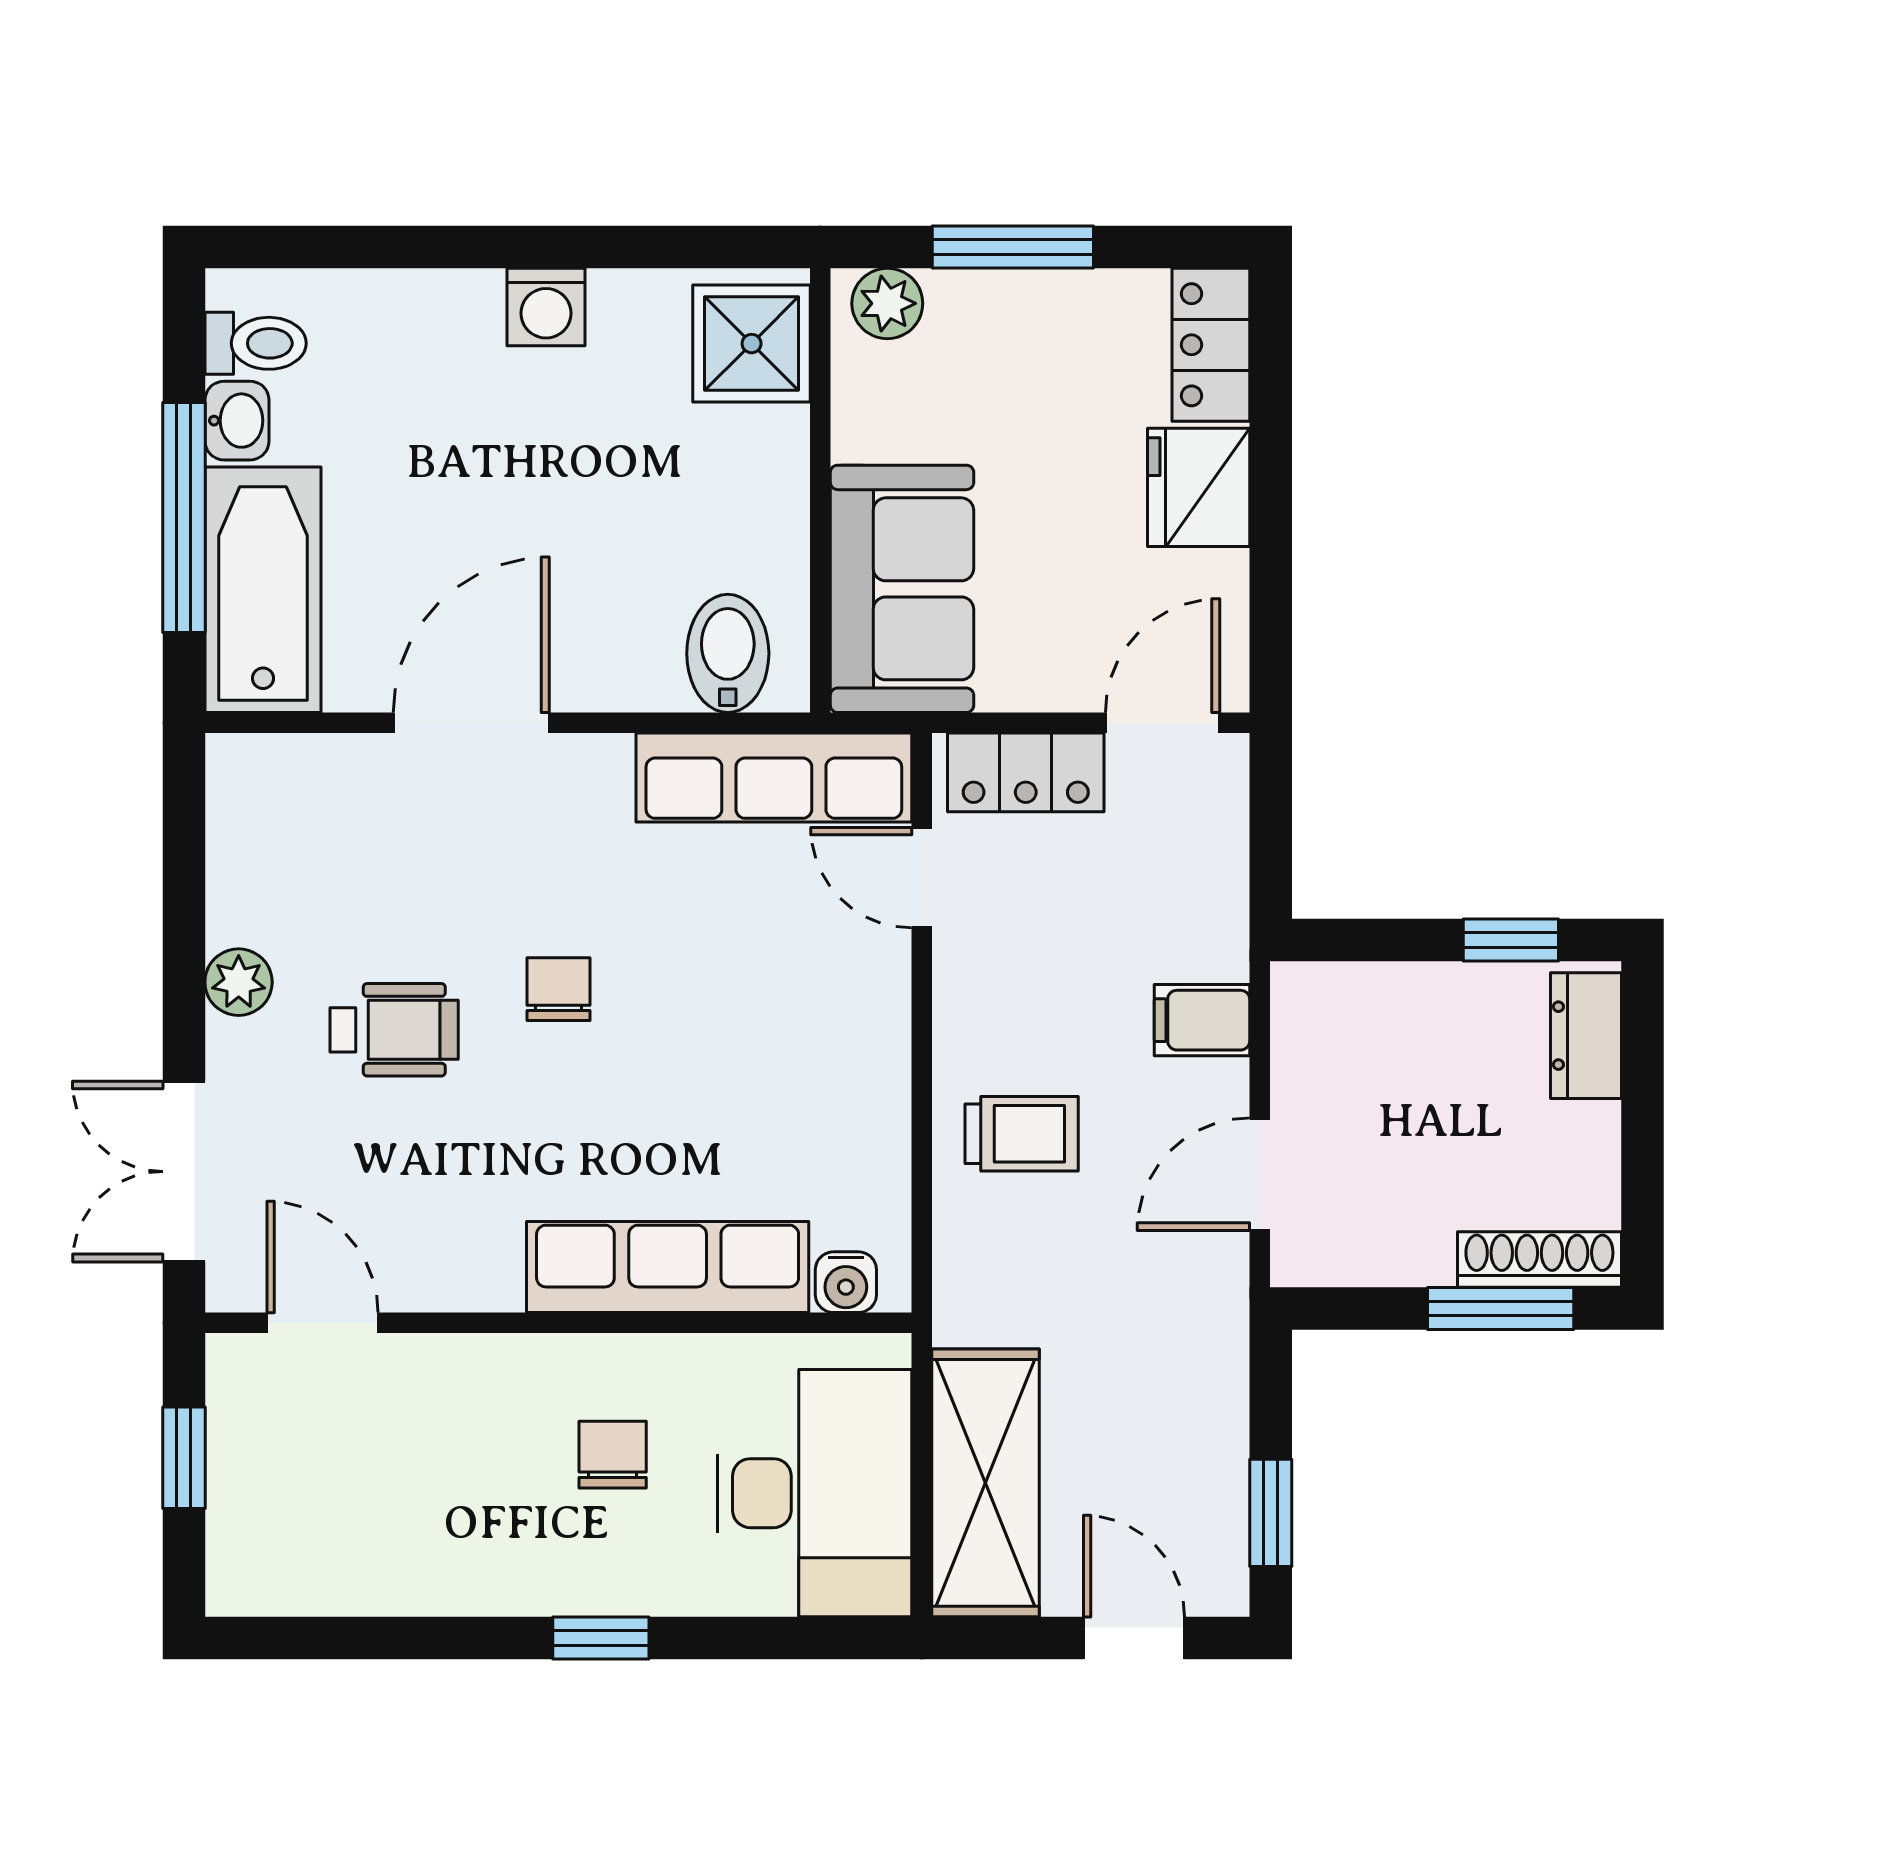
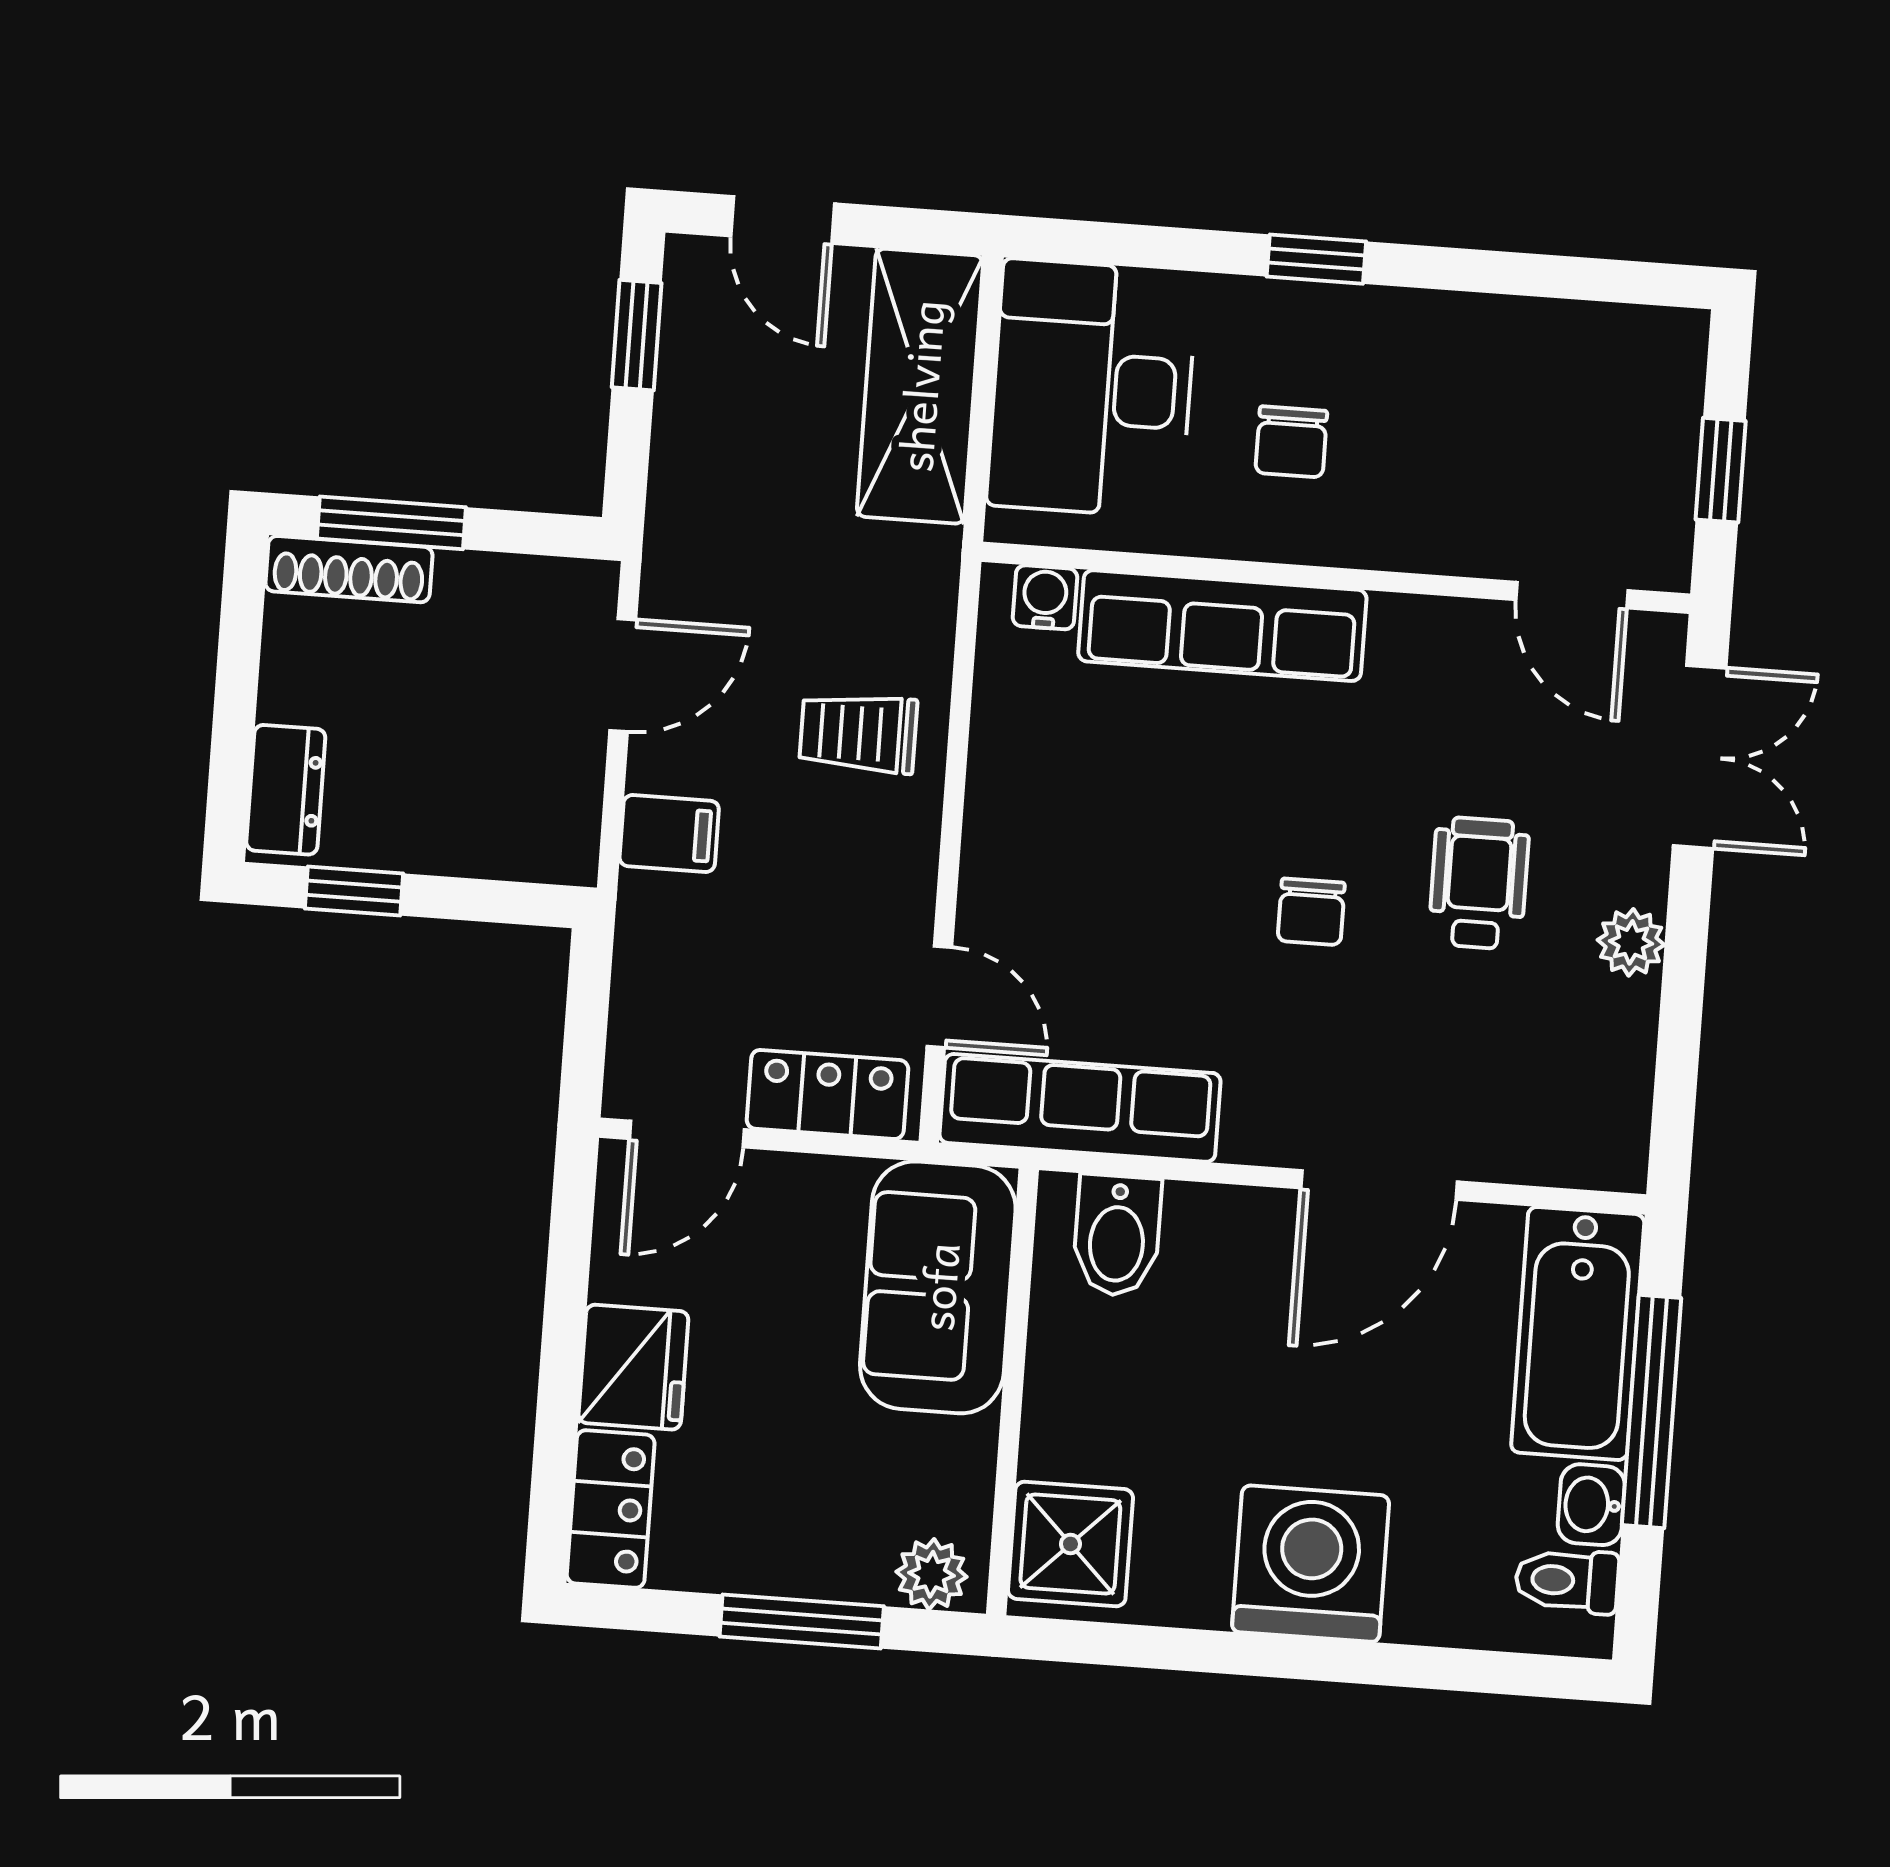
washing machine: (546, 307) -> (1311, 1564), width x1.89, depth x1.89
wheelchair: (394, 1030) -> (1479, 883), turned 90

